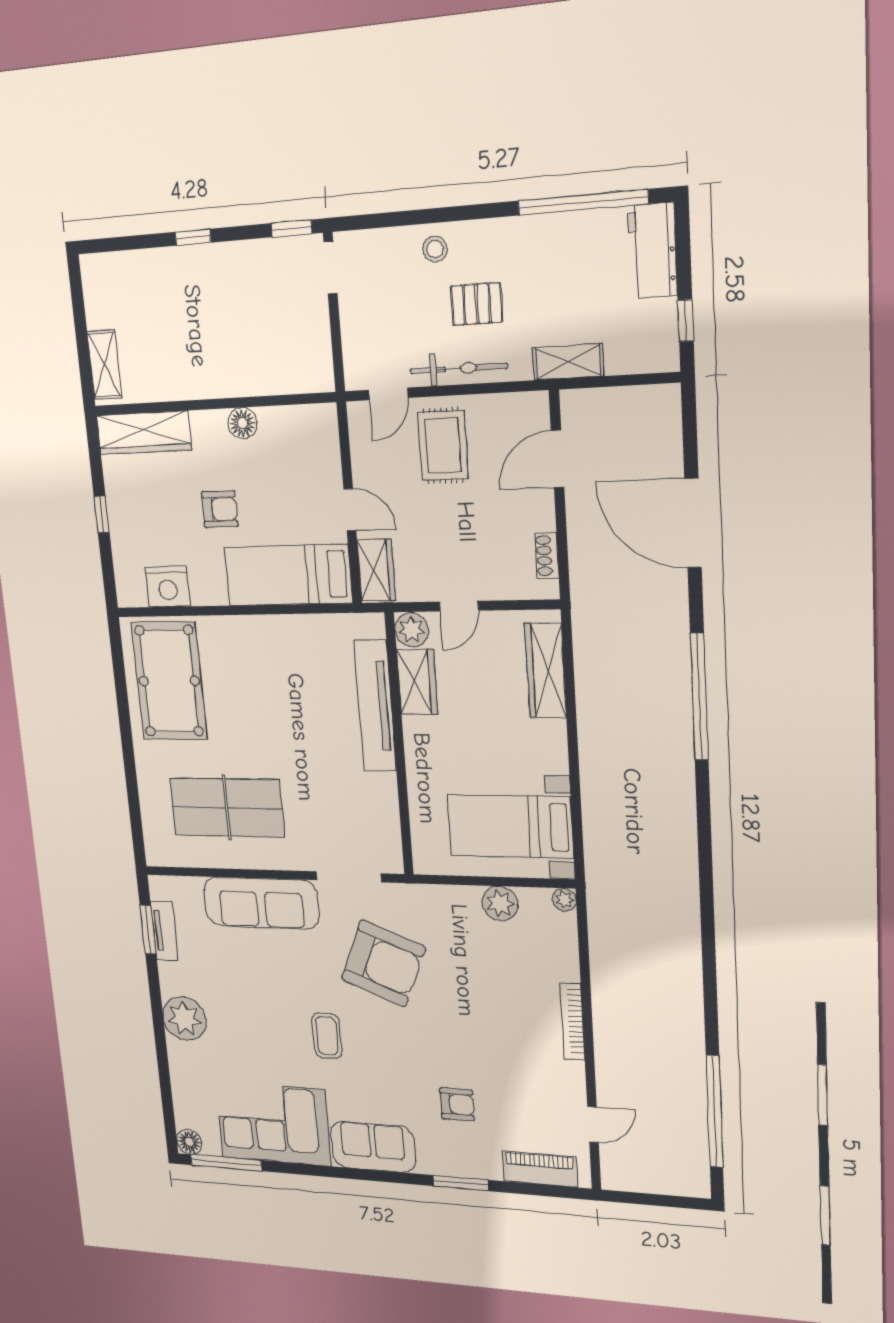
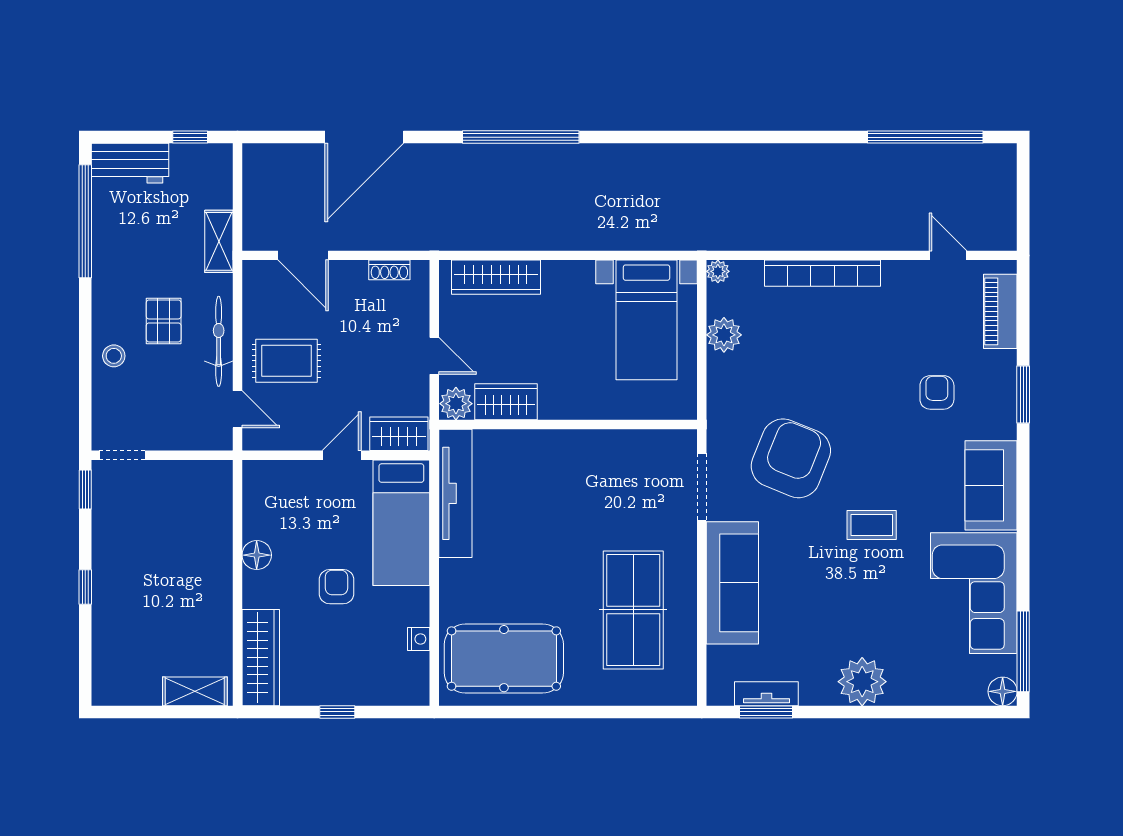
nightstand: (168, 587) -> (419, 639), width x0.53, depth x0.56
tv unit: (375, 706) -> (455, 493), moved, turned -90
bookcase: (573, 1021) -> (822, 273), width x1.48, depth x1.31

